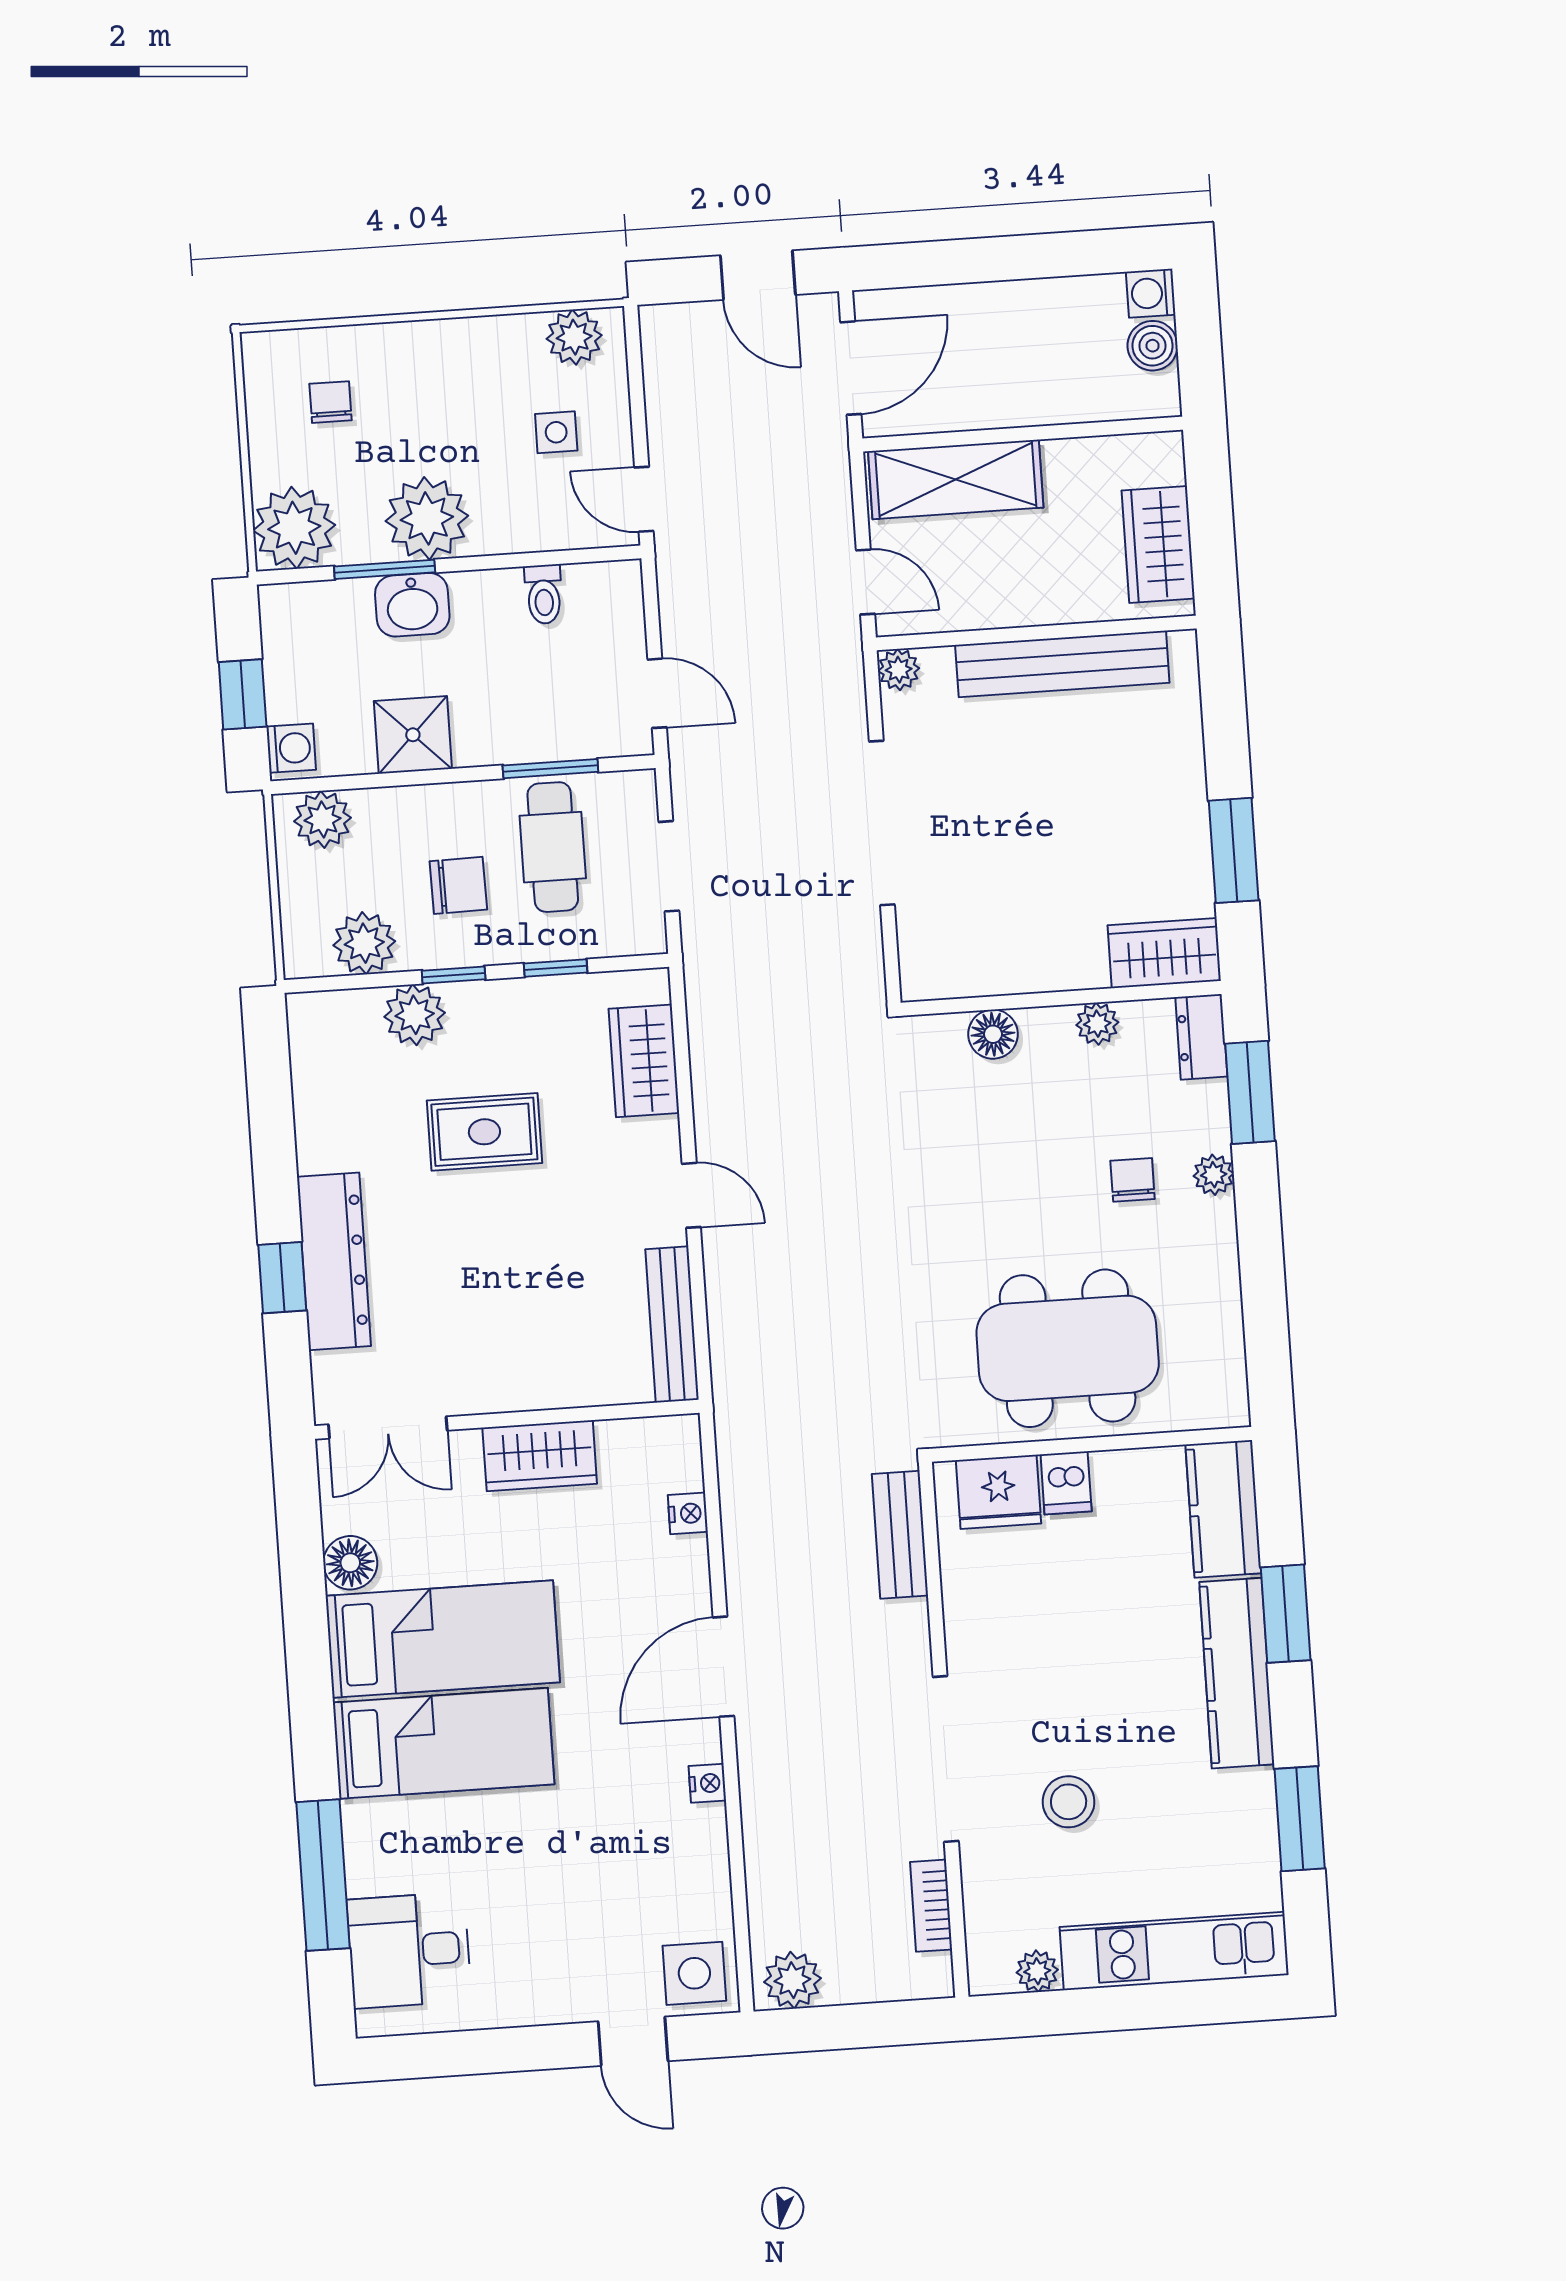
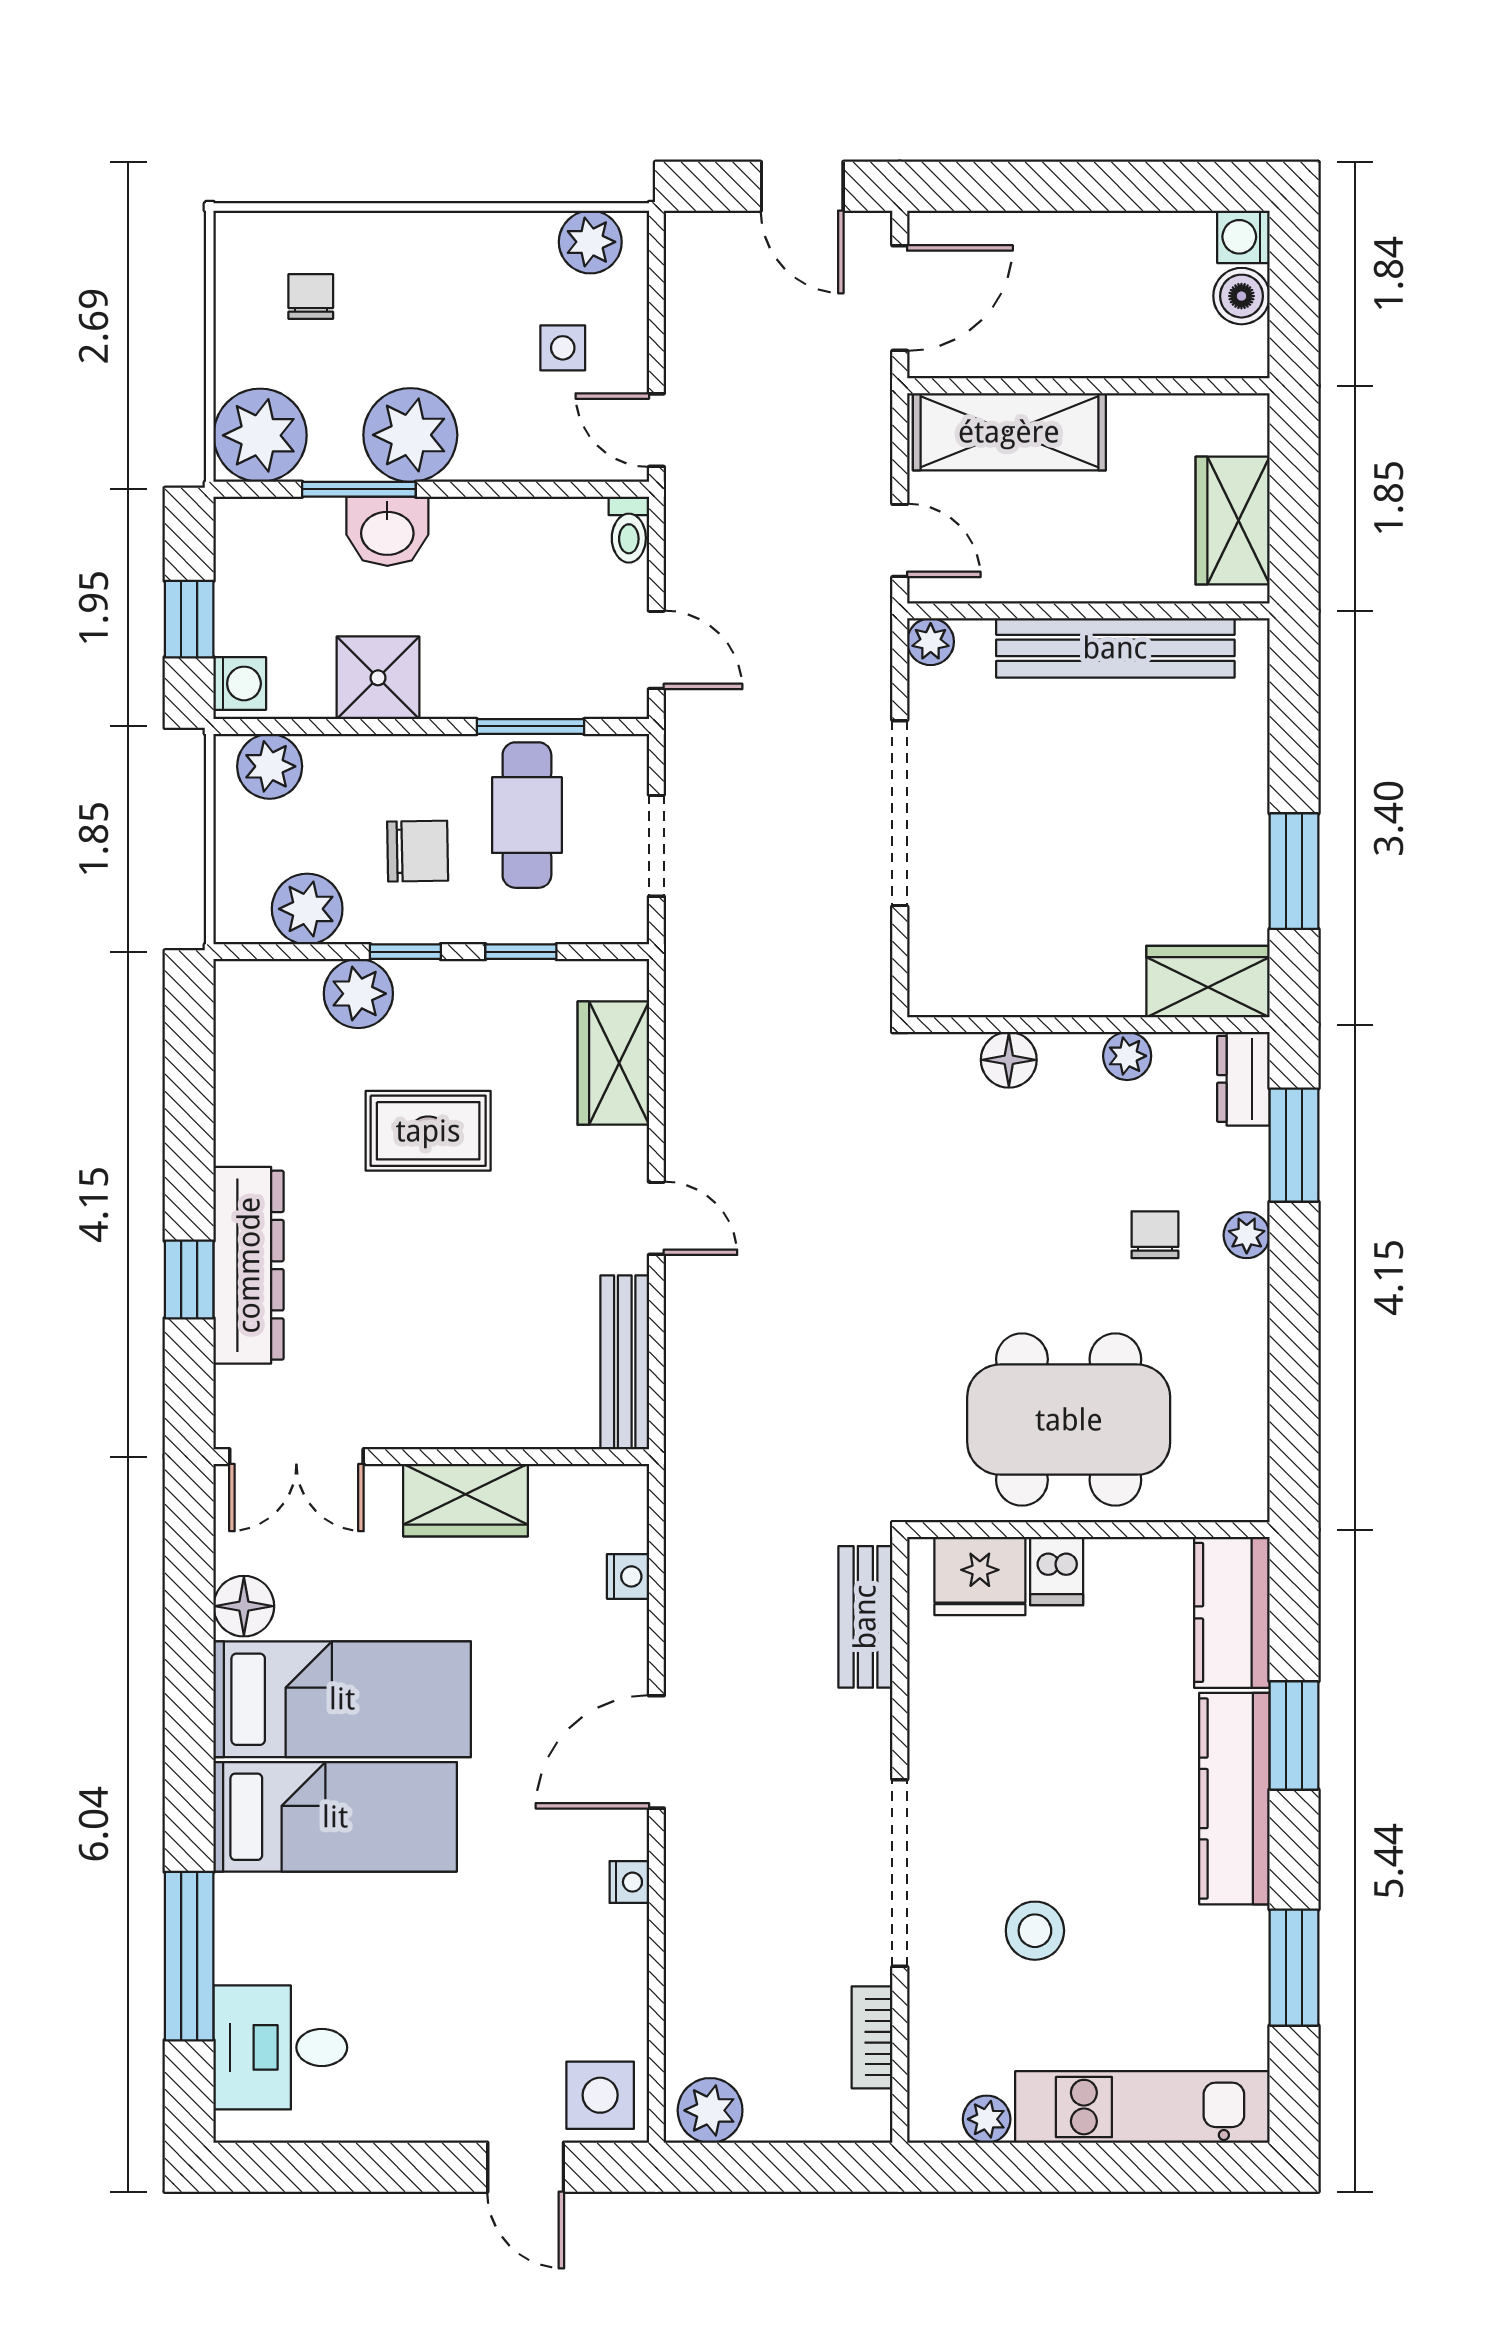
toilet: (544, 594) -> (629, 530), moved

